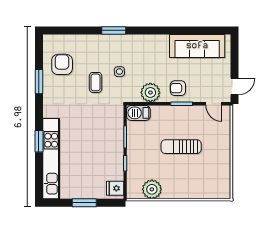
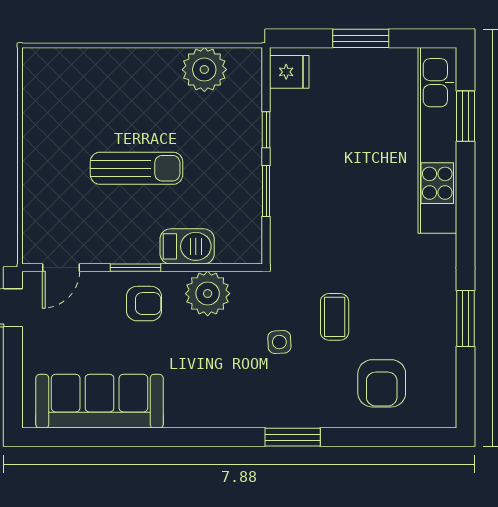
armchair: (62, 64) -> (382, 383), moved
door: (214, 104) -> (61, 268), swing flipped
barbecue: (138, 113) -> (187, 246), moved
window: (39, 141) -> (465, 116), moved

